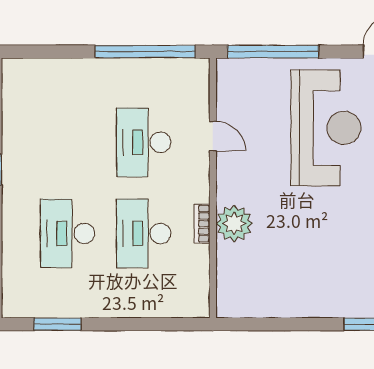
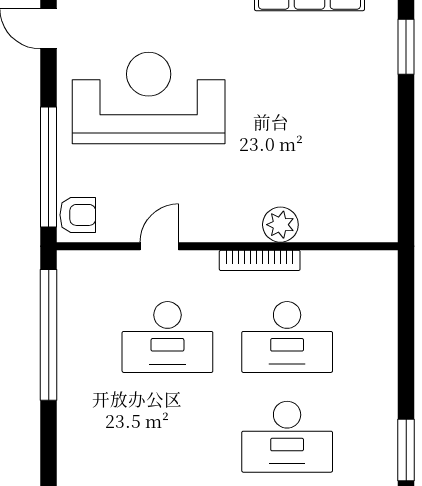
armchair: (237, 74) -> (78, 215), added
plant: (234, 223) -> (280, 225), width x0.73, depth x0.73
bookcase: (202, 224) -> (260, 260), width x1.56

